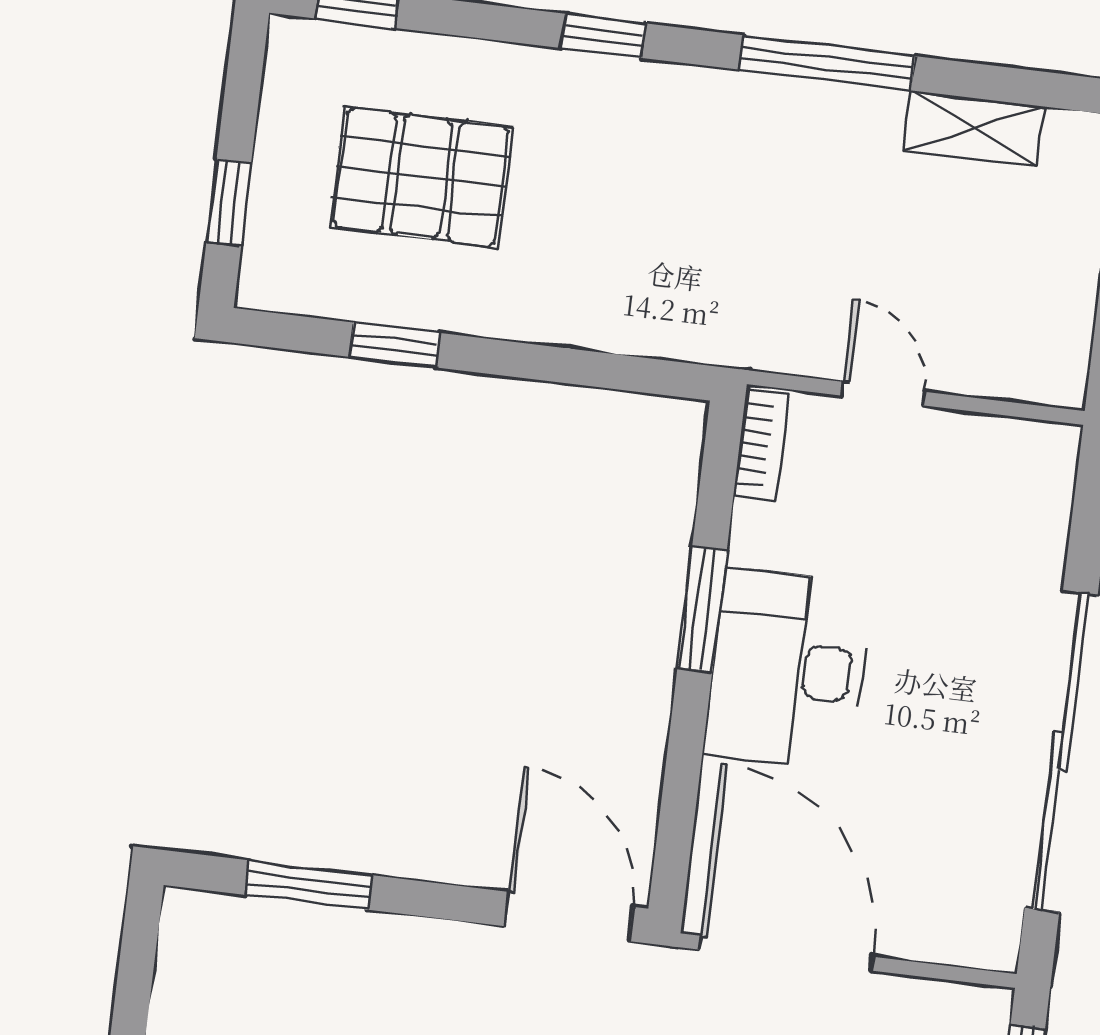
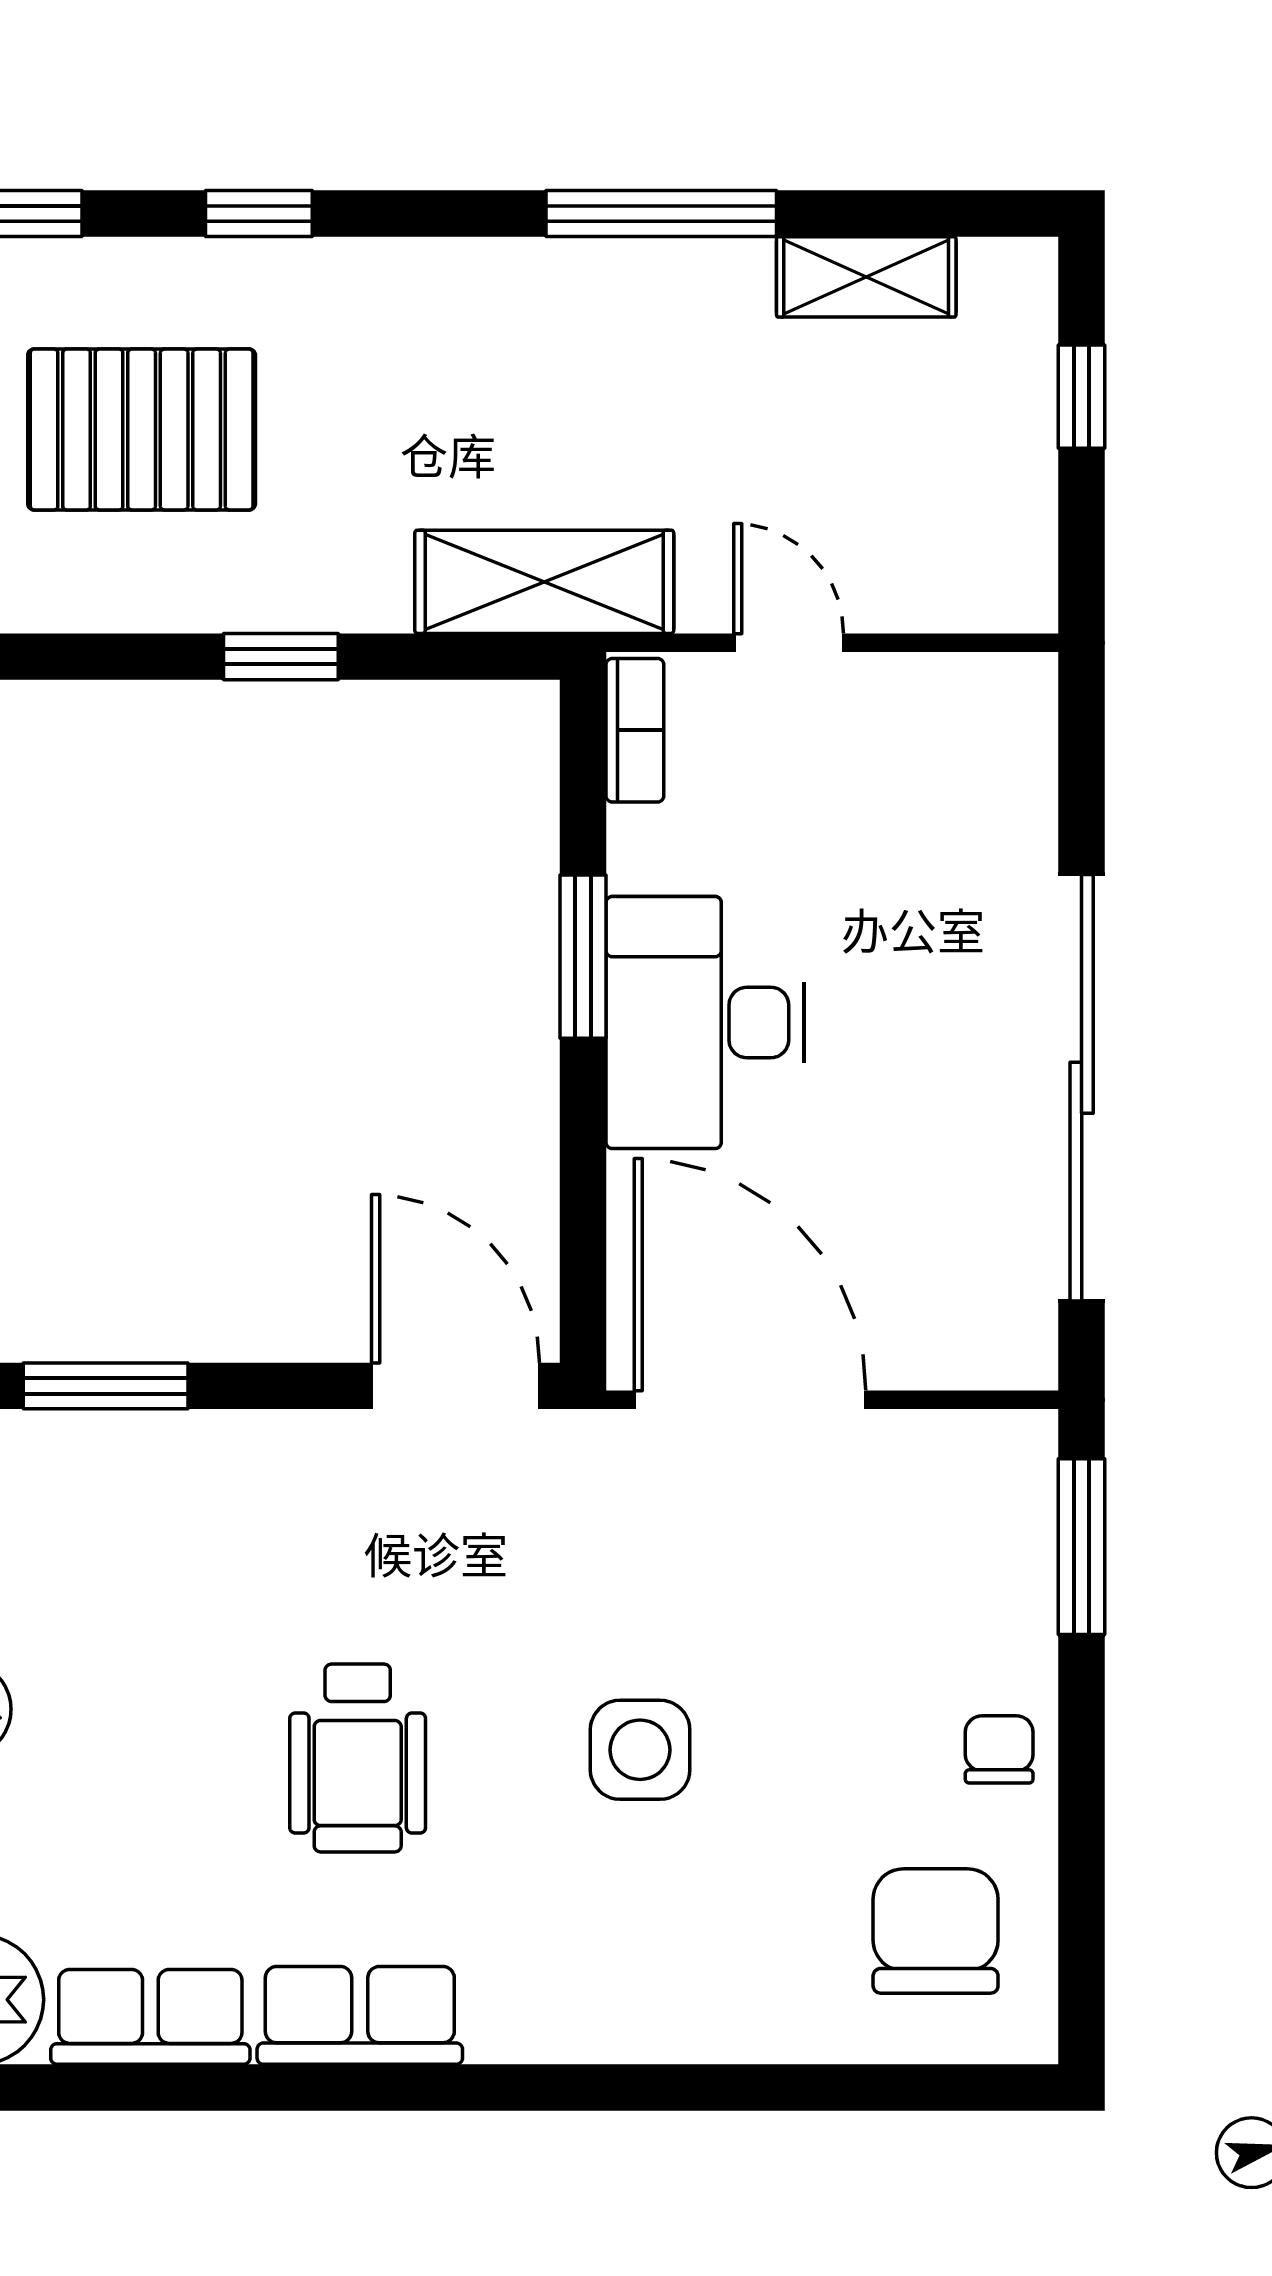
window: (604, 36) -> (259, 213), moved
shelving: (707, 326) -> (544, 582), added
window: (395, 345) -> (281, 657), moved

